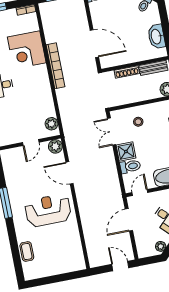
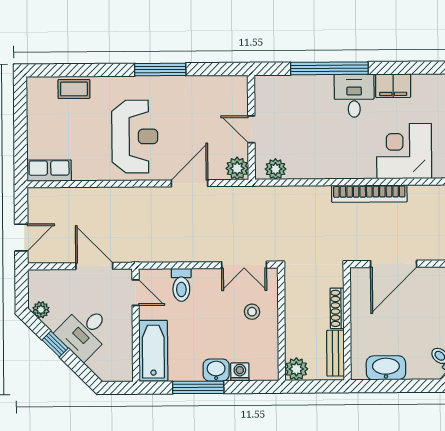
double door: (112, 132) -> (244, 265), swing flipped
shower: (126, 152) -> (207, 282), removed
row of seats: (78, 257) -> (49, 171), added

